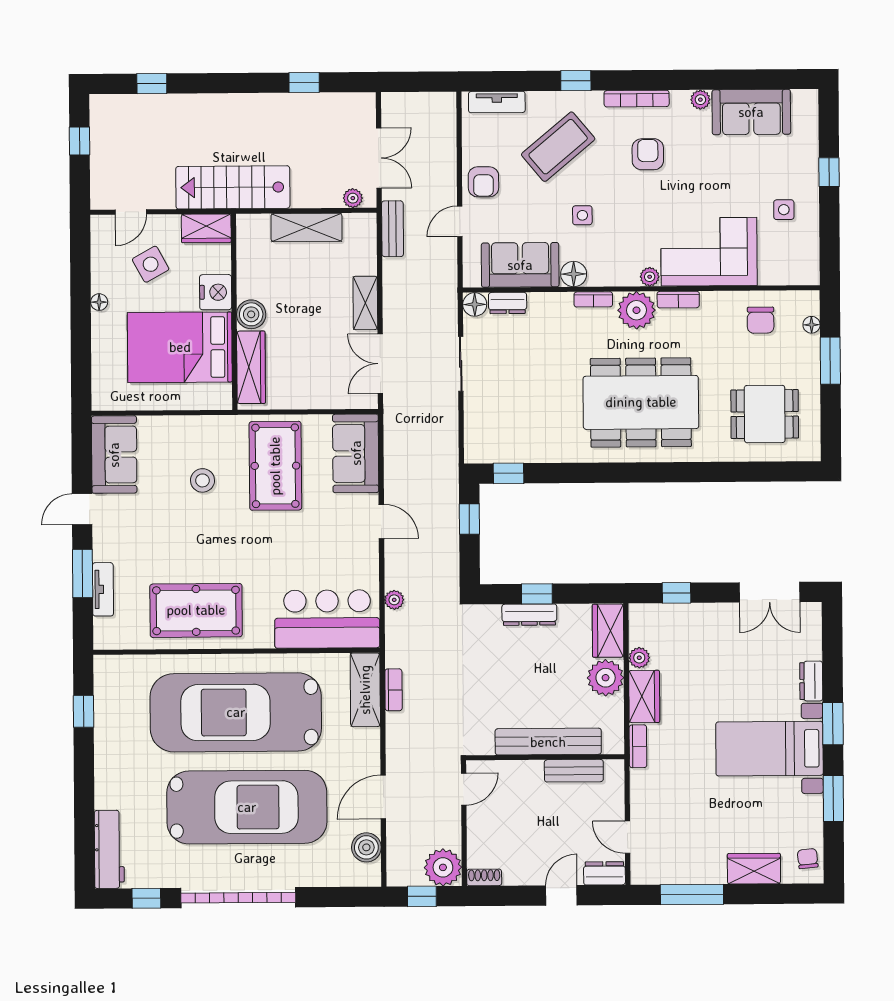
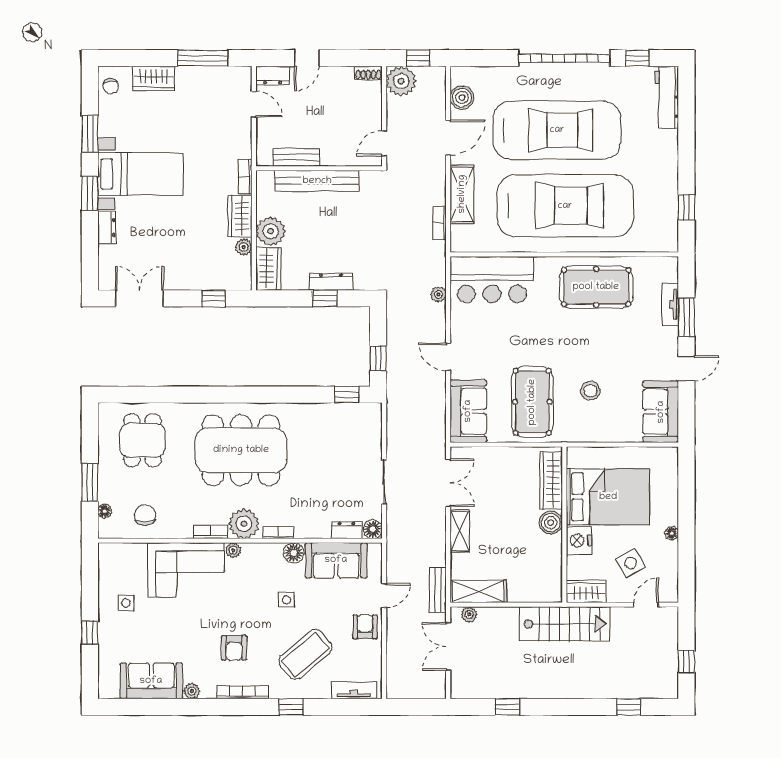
shelving: (306, 227) -> (478, 591), moved
dining table: (765, 414) -> (142, 440), turned 90
shelving: (365, 690) -> (462, 194), moved
car: (247, 807) -> (557, 130), turned 180

